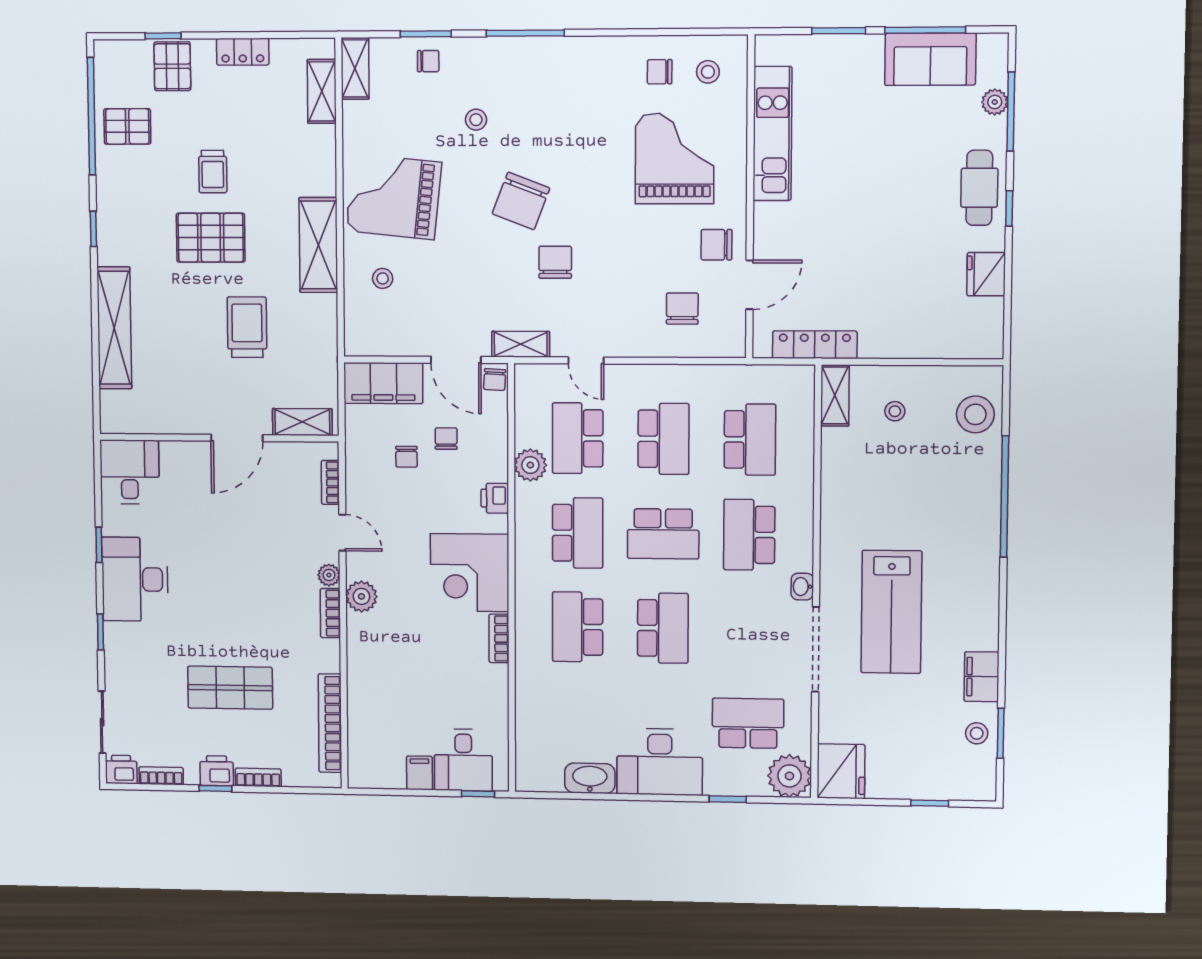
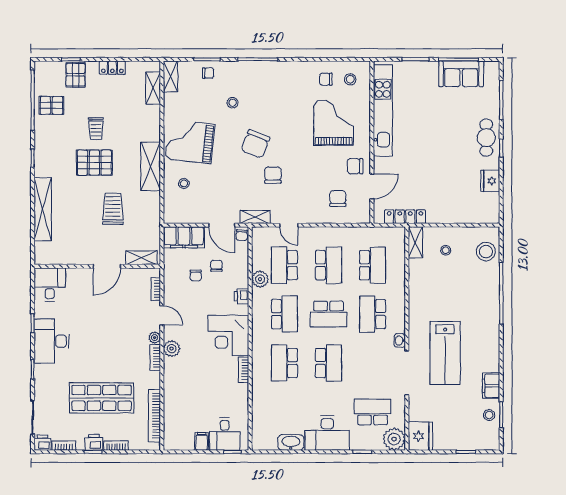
plant: (995, 102) -> (493, 95), removed
kitchen unit: (772, 134) -> (383, 110), width x1.36
shop shelf: (230, 688) -> (102, 398), width x1.43, depth x1.36

